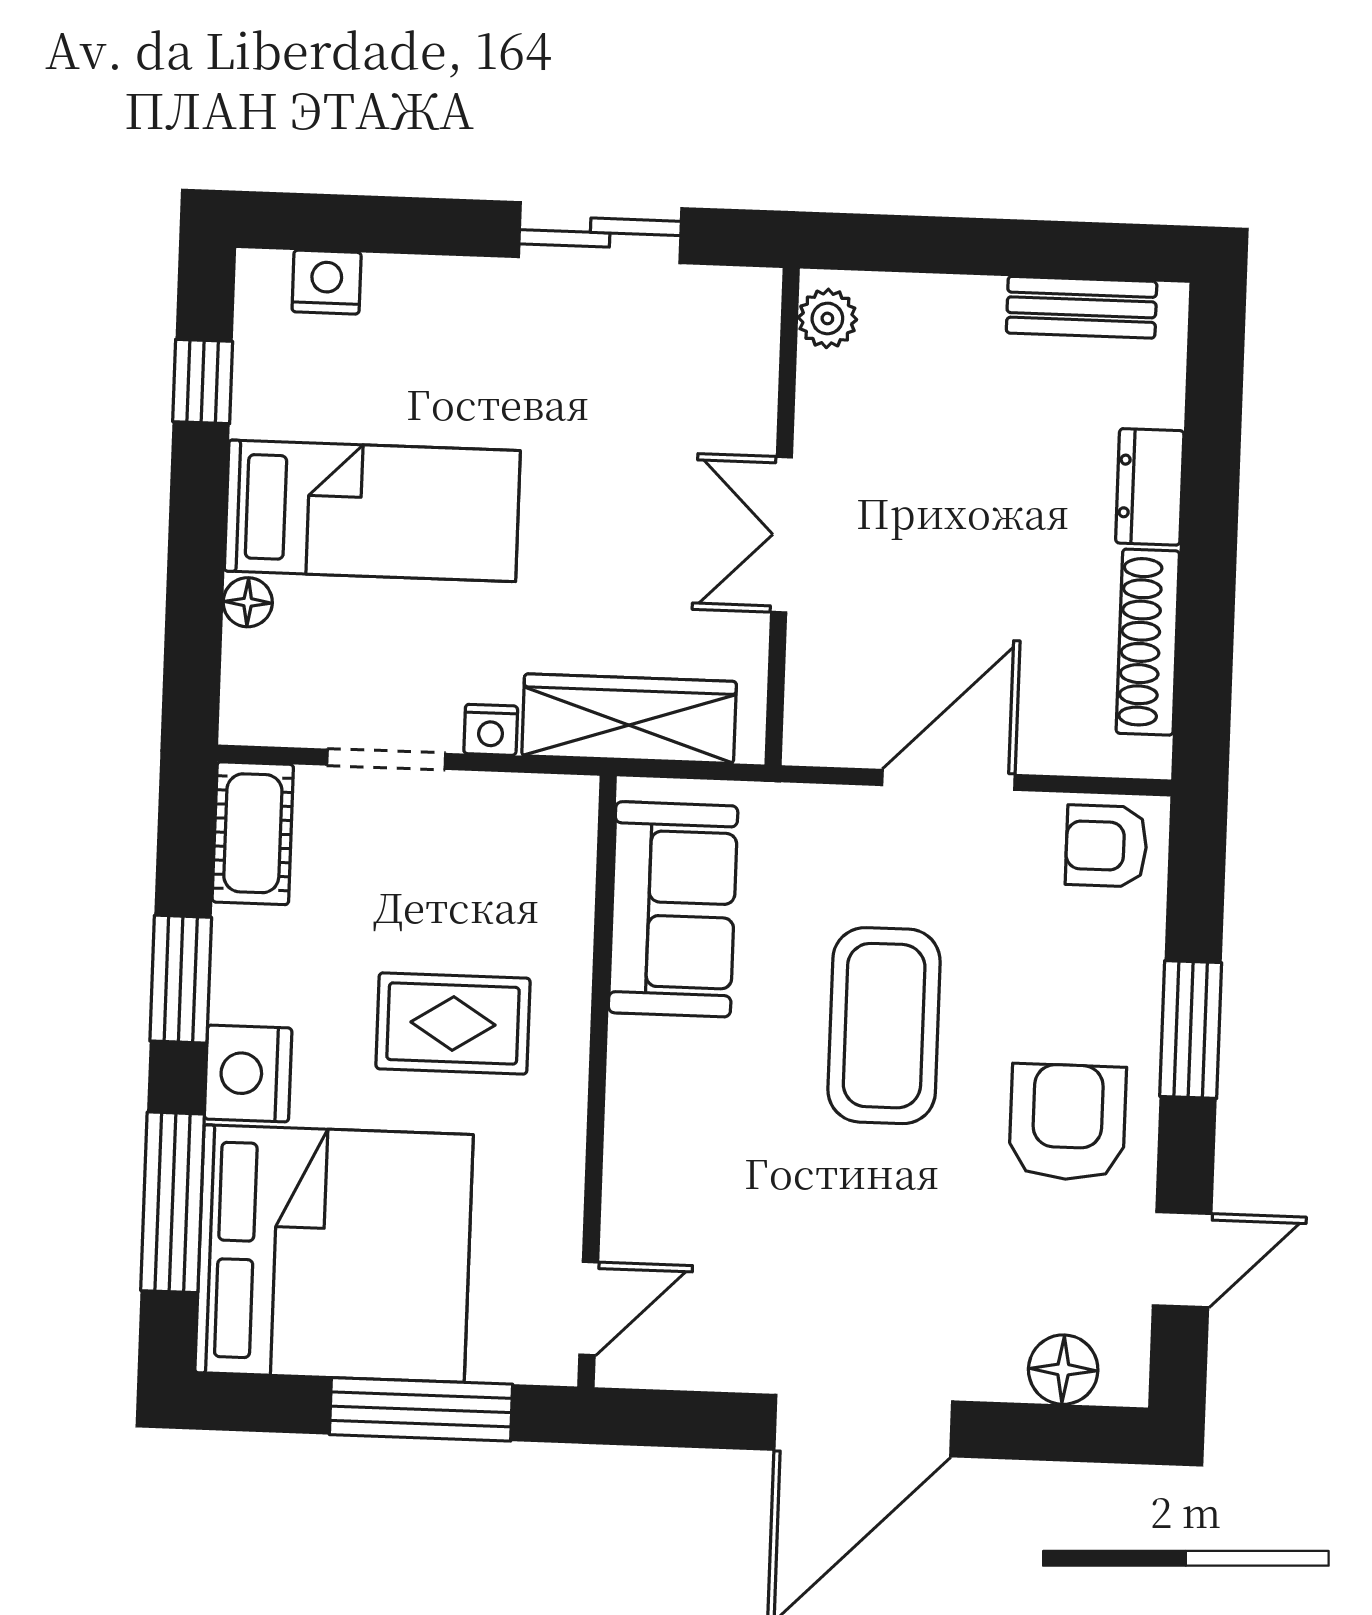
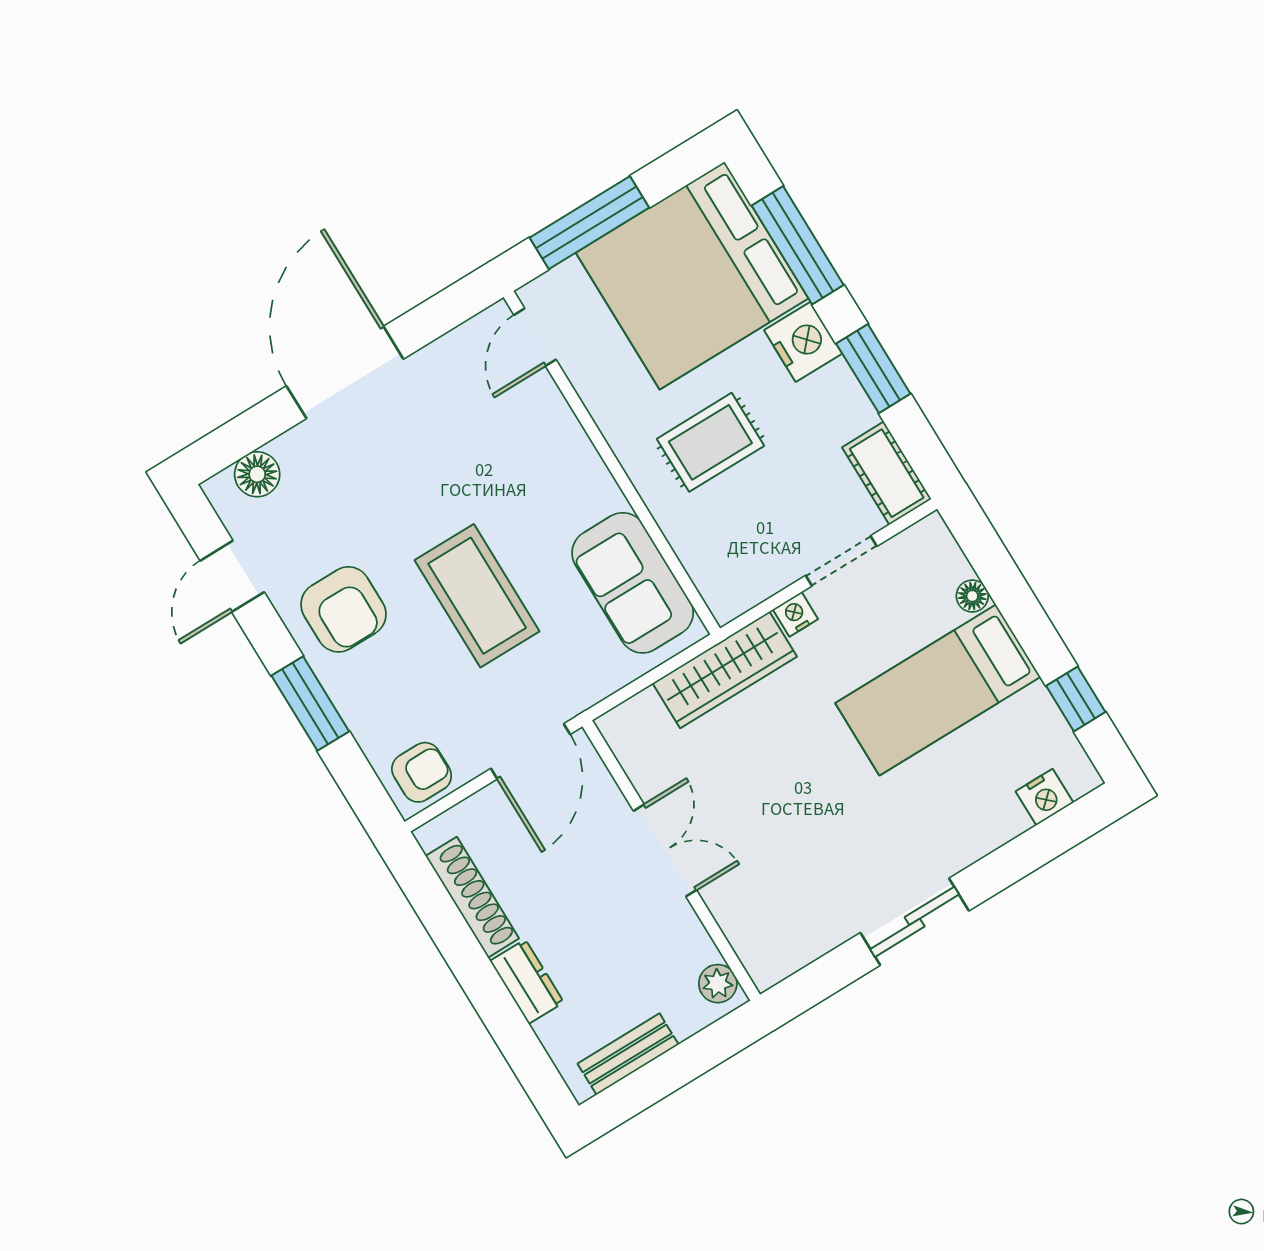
plant: (827, 318) -> (718, 984), moved
wall: (782, 517) -> (671, 860), moved
double door: (782, 535) -> (665, 850), moved

